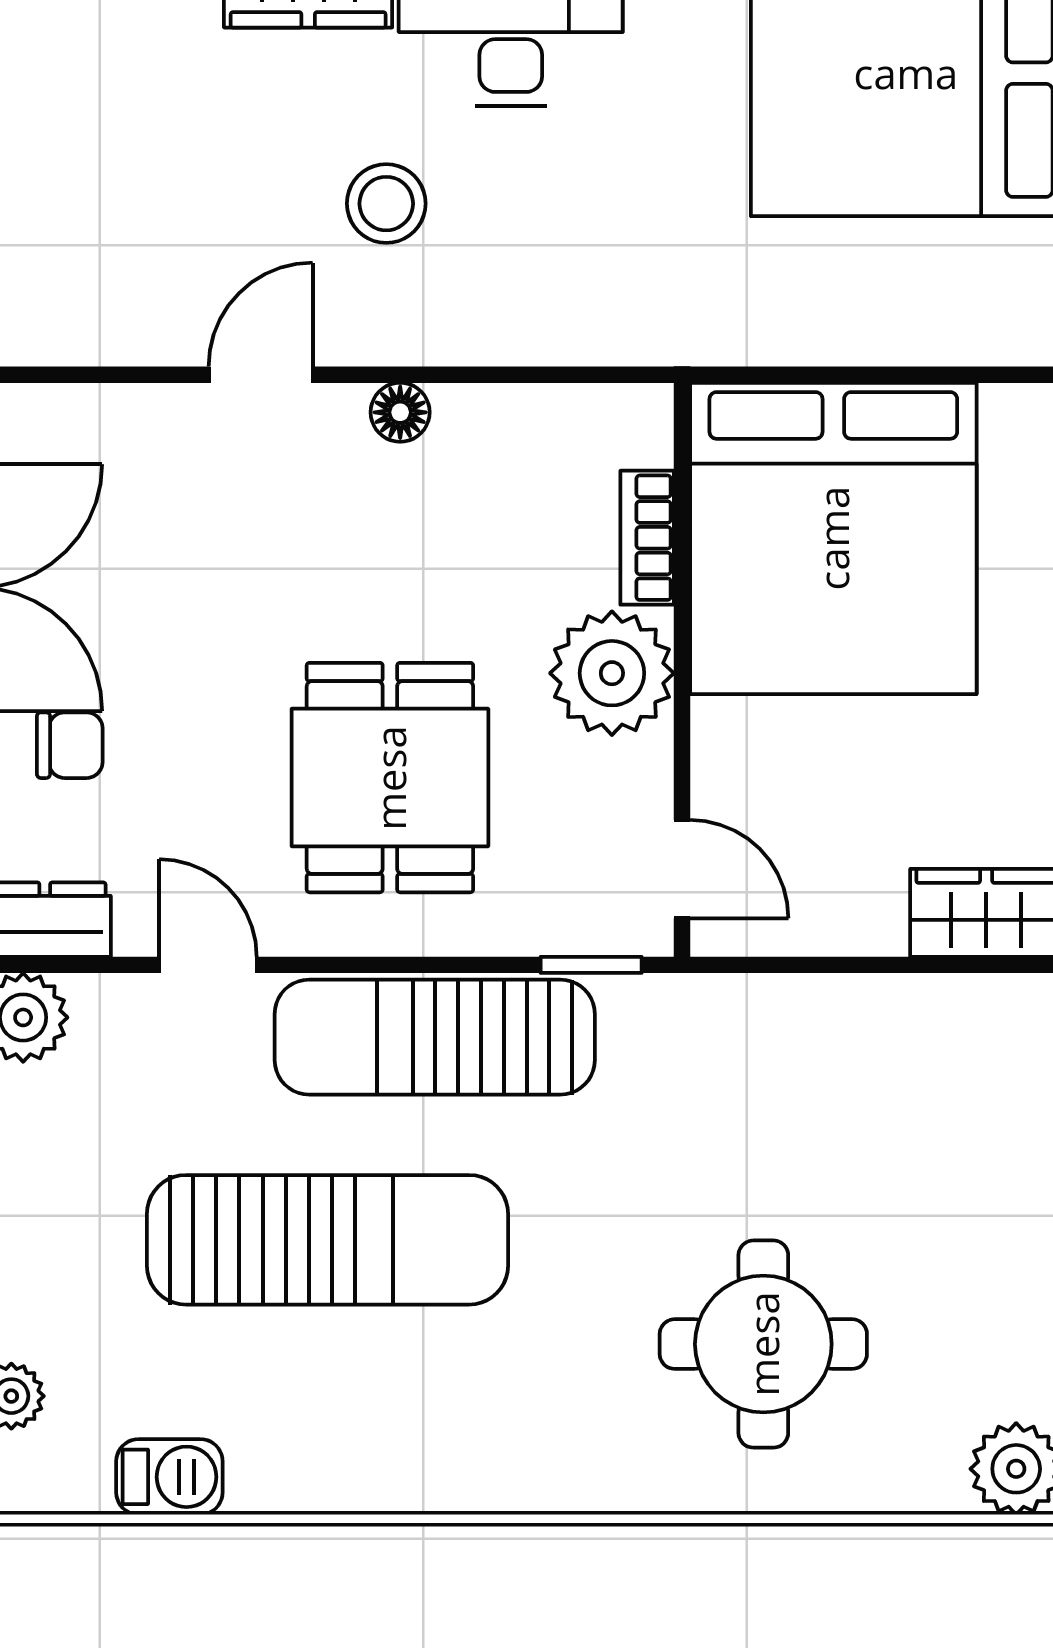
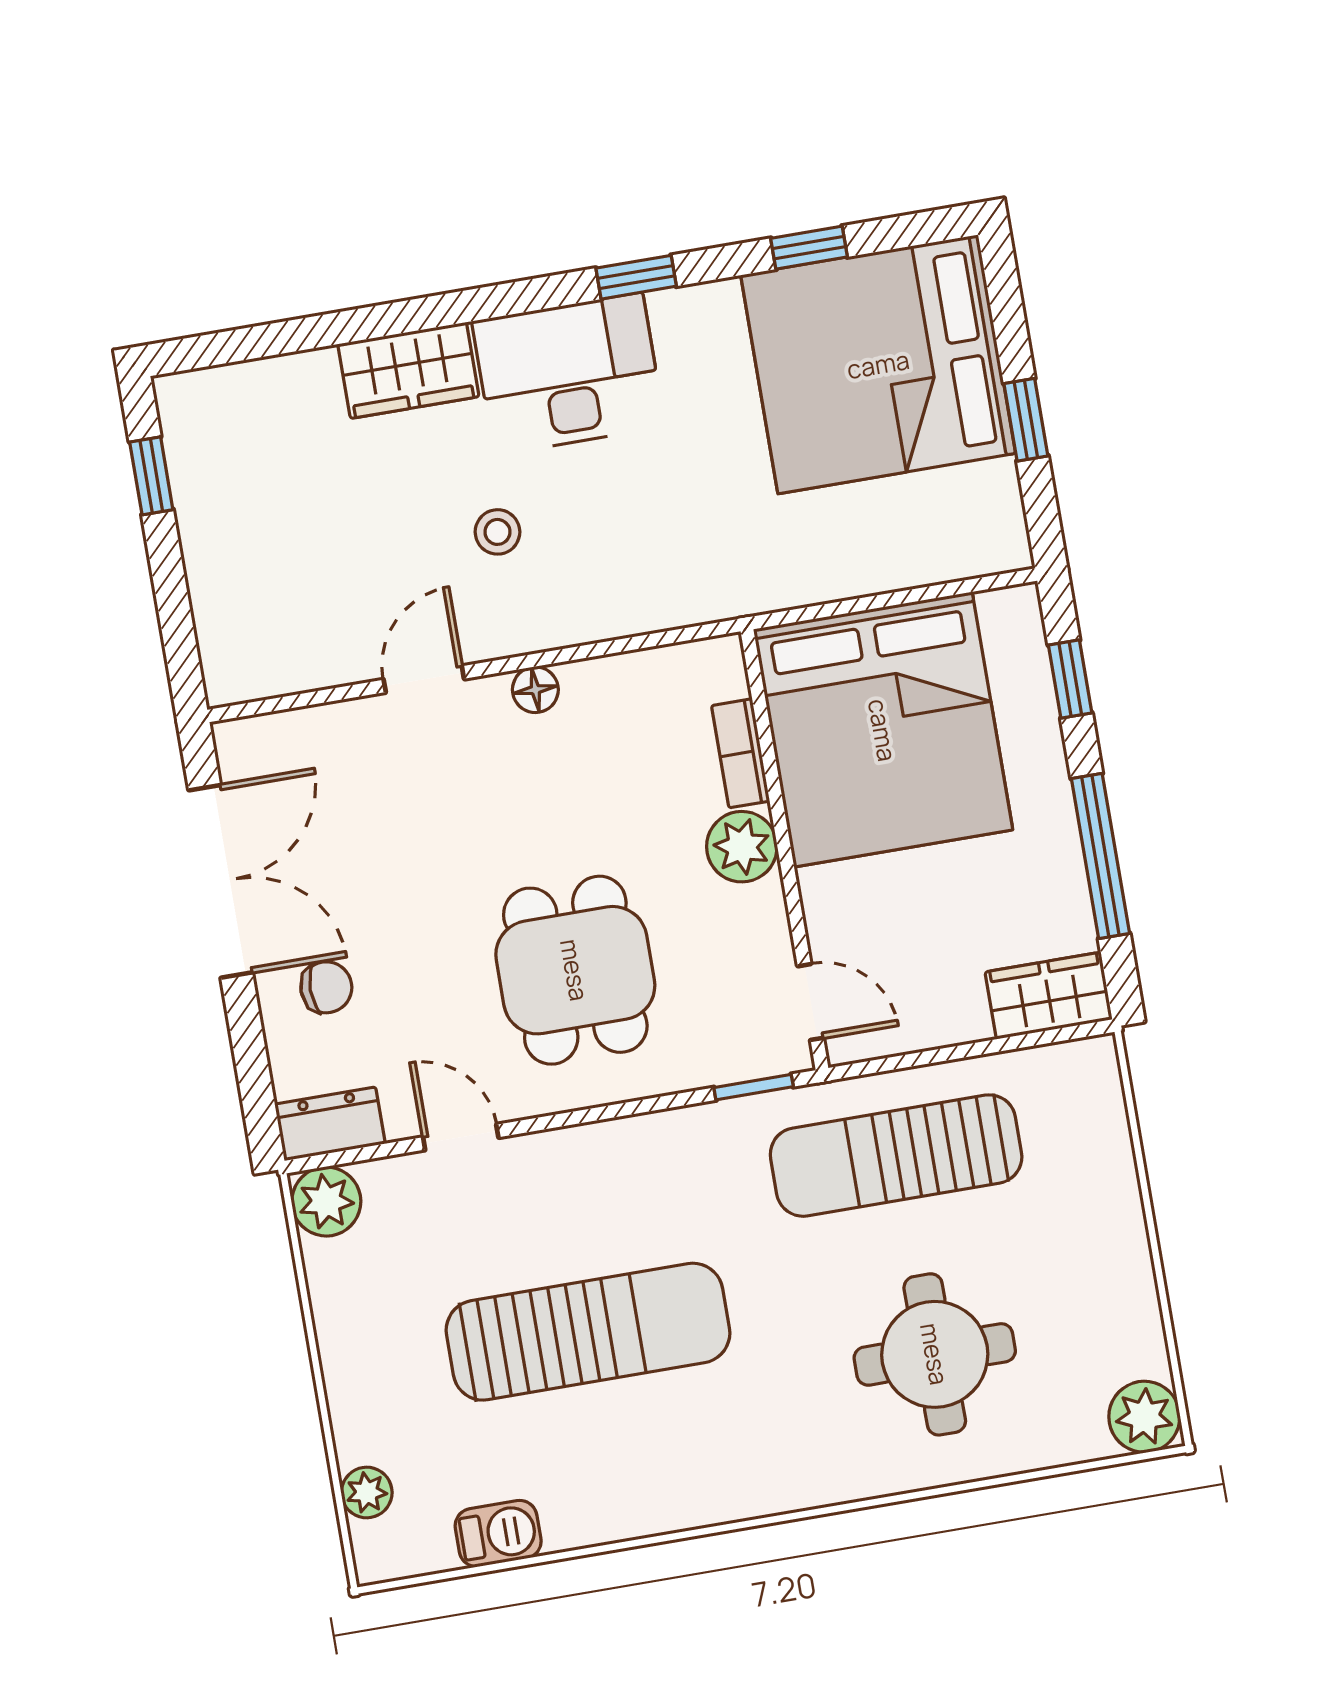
stool: (386, 204) -> (497, 532), width x0.73, depth x0.73
plant: (612, 673) -> (742, 847), width x0.73, depth x0.73
sun lounger: (435, 1037) -> (896, 1156), moved

